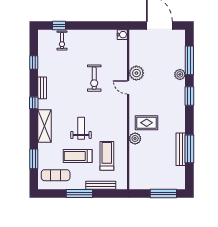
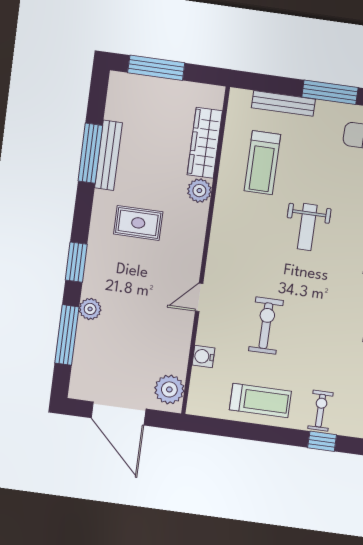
water cooler: (122, 35) -> (203, 356), moved
plant: (136, 73) -> (169, 389), moved
door: (128, 87) -> (199, 297), swing flipped
rug: (147, 123) -> (138, 223), moved
treadmill: (78, 156) -> (260, 401), moved
wardrobe: (136, 161) -> (205, 143), added

